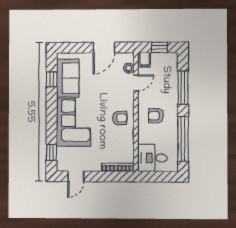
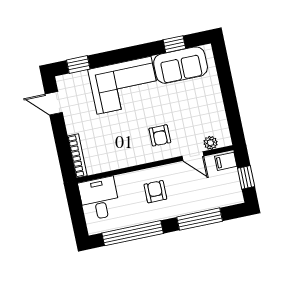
door: (104, 48) -> (231, 104), removed
armchair: (120, 118) -> (160, 135), moved

